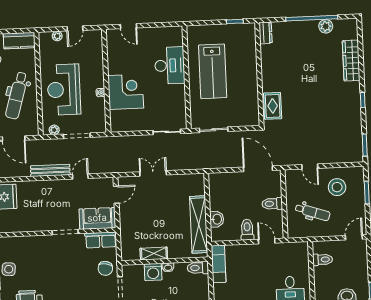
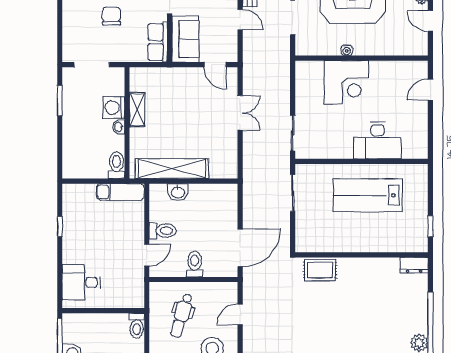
toilet: (323, 260) -> (137, 326), moved
chair: (105, 268) -> (111, 16), moved, turned 81

